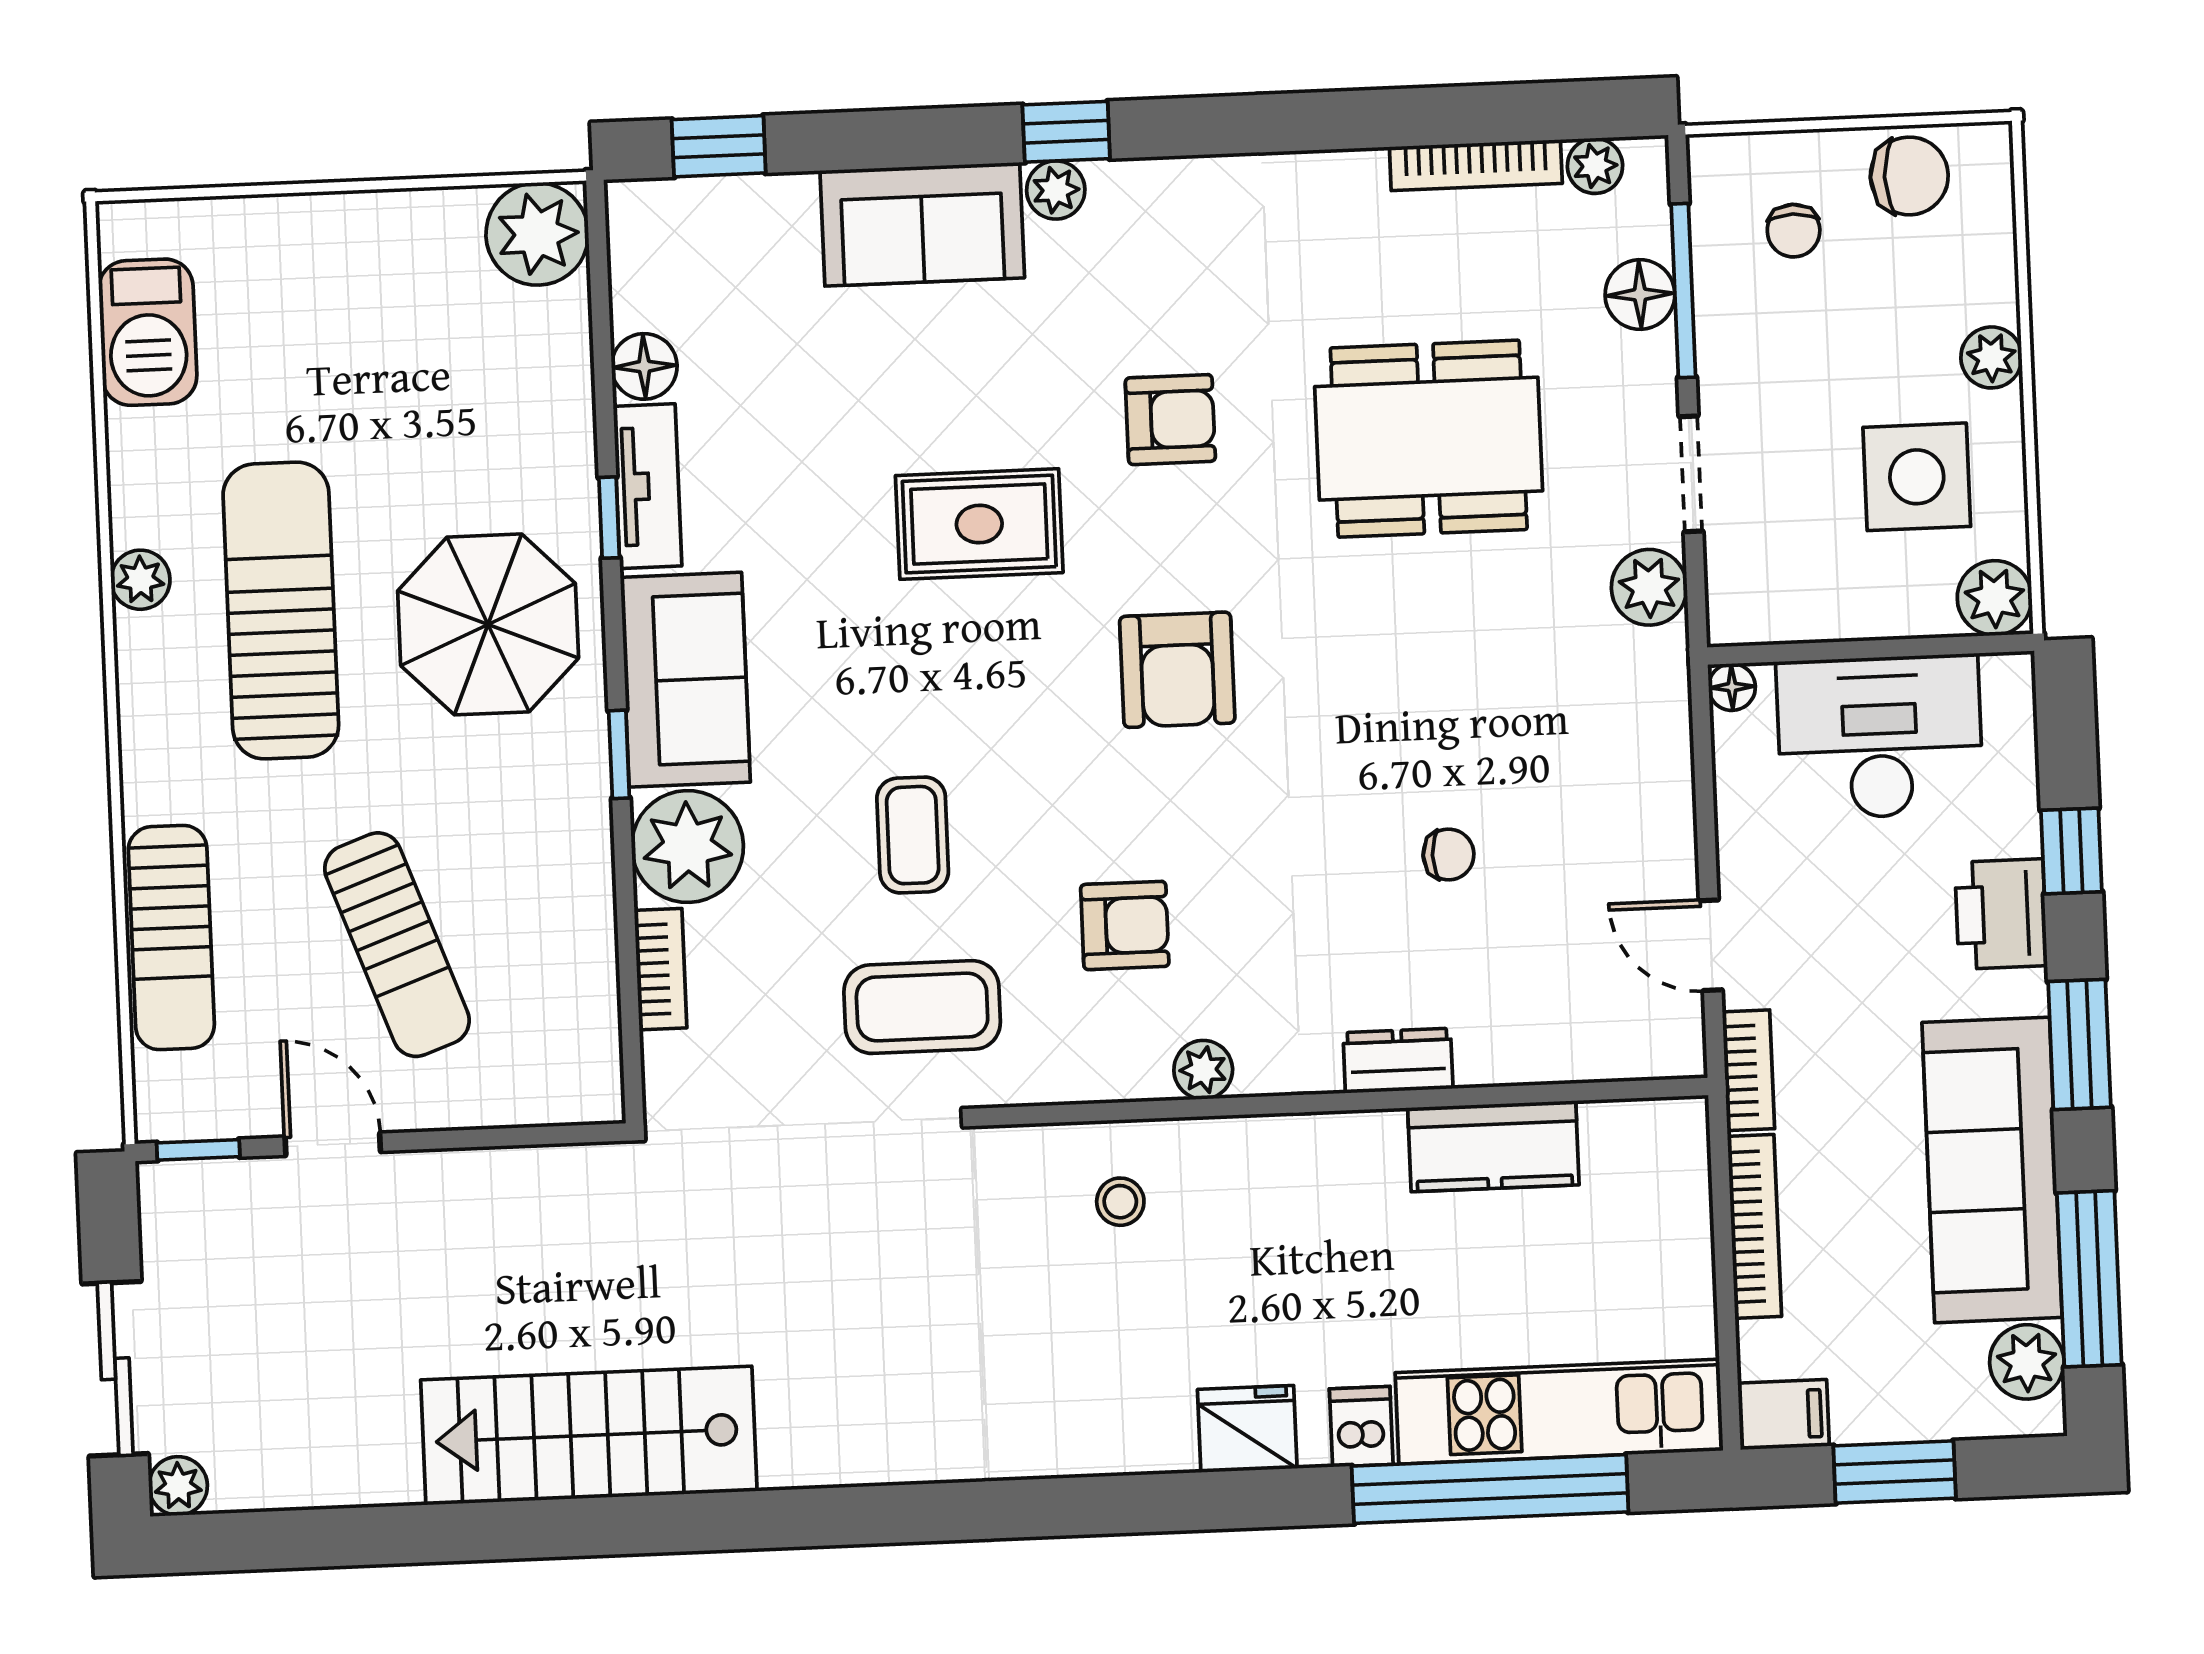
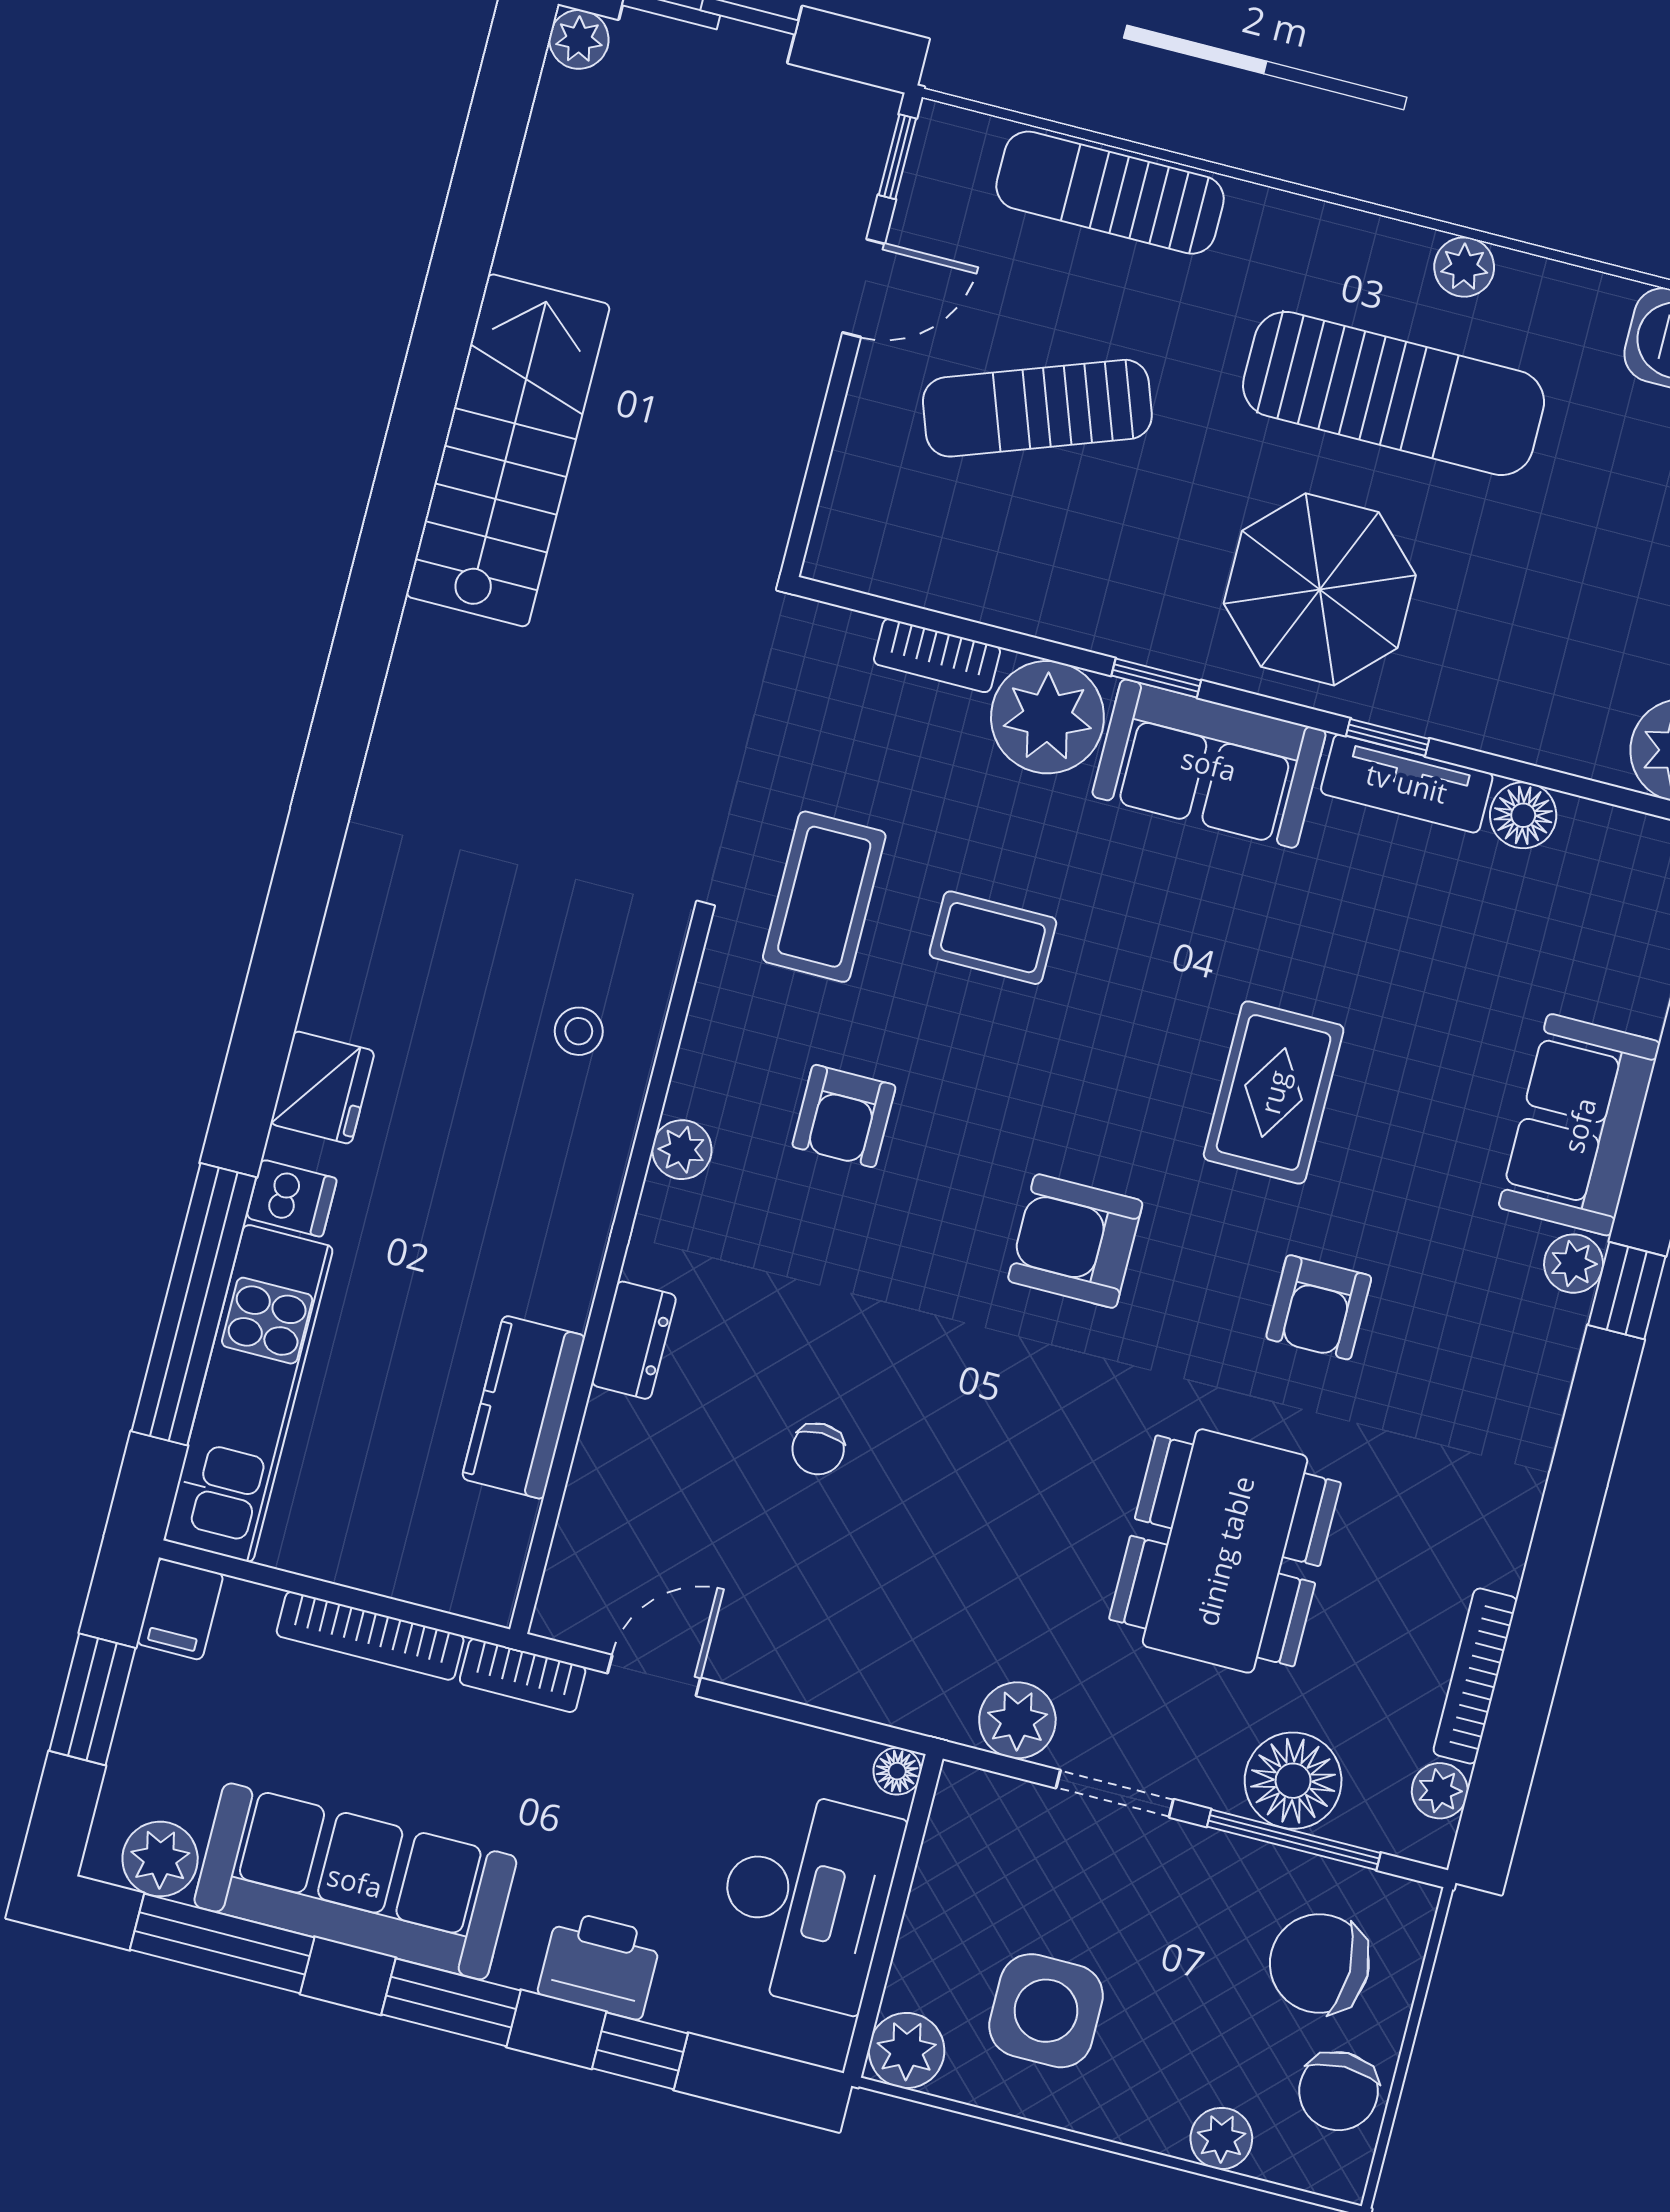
chair: (1794, 231) -> (1319, 1963), width x1.87, depth x1.87
floor lamp: (1640, 294) -> (1293, 1781), width x1.38, depth x1.38
plant: (1991, 357) -> (1221, 2138), moved

